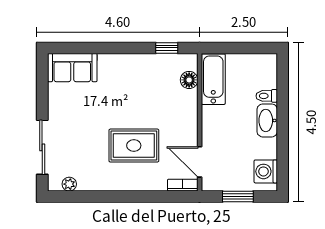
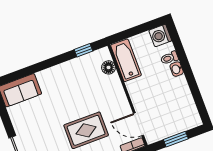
washbasin: (267, 120) -> (177, 69), width x0.52, depth x0.69
washing machine: (266, 171) -> (160, 36), moved

